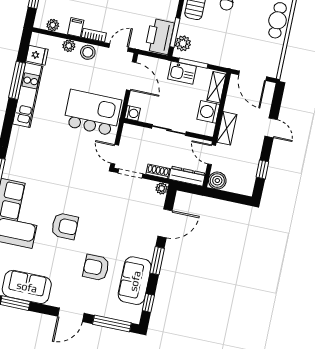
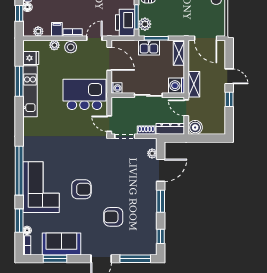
washing machine: (208, 112) -> (177, 86), moved
window: (262, 169) -> (229, 99), moved
plant: (162, 188) -> (152, 153), moved
sofa: (135, 281) -> (146, 221), removed

